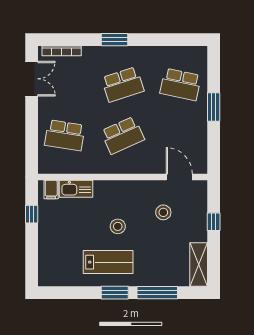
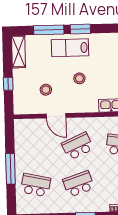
window: (214, 107) -> (10, 169), width x1.44
door: (179, 177) -> (56, 116), moved
lab bench: (108, 262) -> (70, 48), moved

